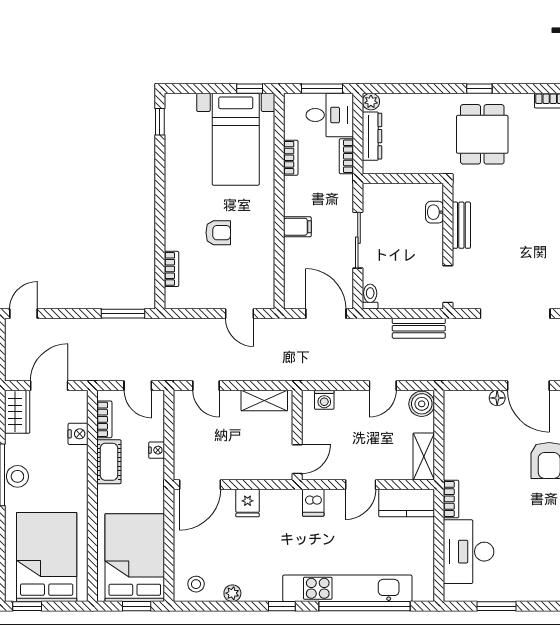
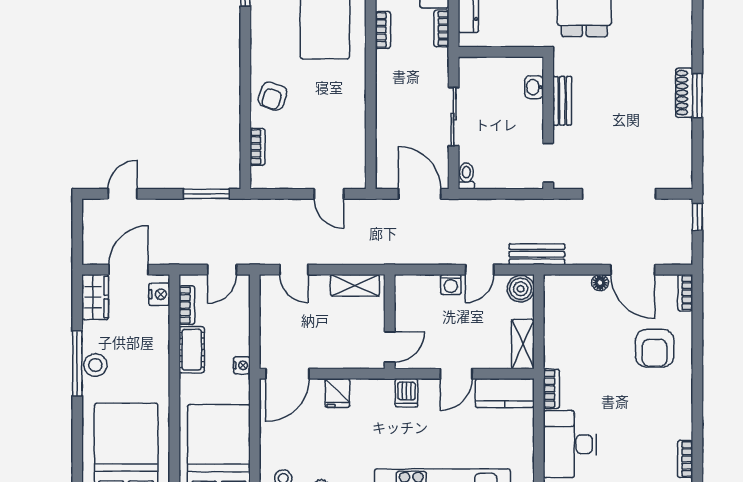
filing cabinet: (297, 227) -> (390, 103), removed
armchair: (218, 233) -> (273, 96), moved, turned 108
door: (23, 314) -> (123, 194), moved
bench: (419, 328) -> (537, 254), moved
door: (138, 386) -> (222, 270), hinge flipped
washing machine: (324, 400) -> (451, 284), moved
nightstand: (78, 434) -> (159, 294), moved
nightstand: (157, 450) -> (242, 365), moved

